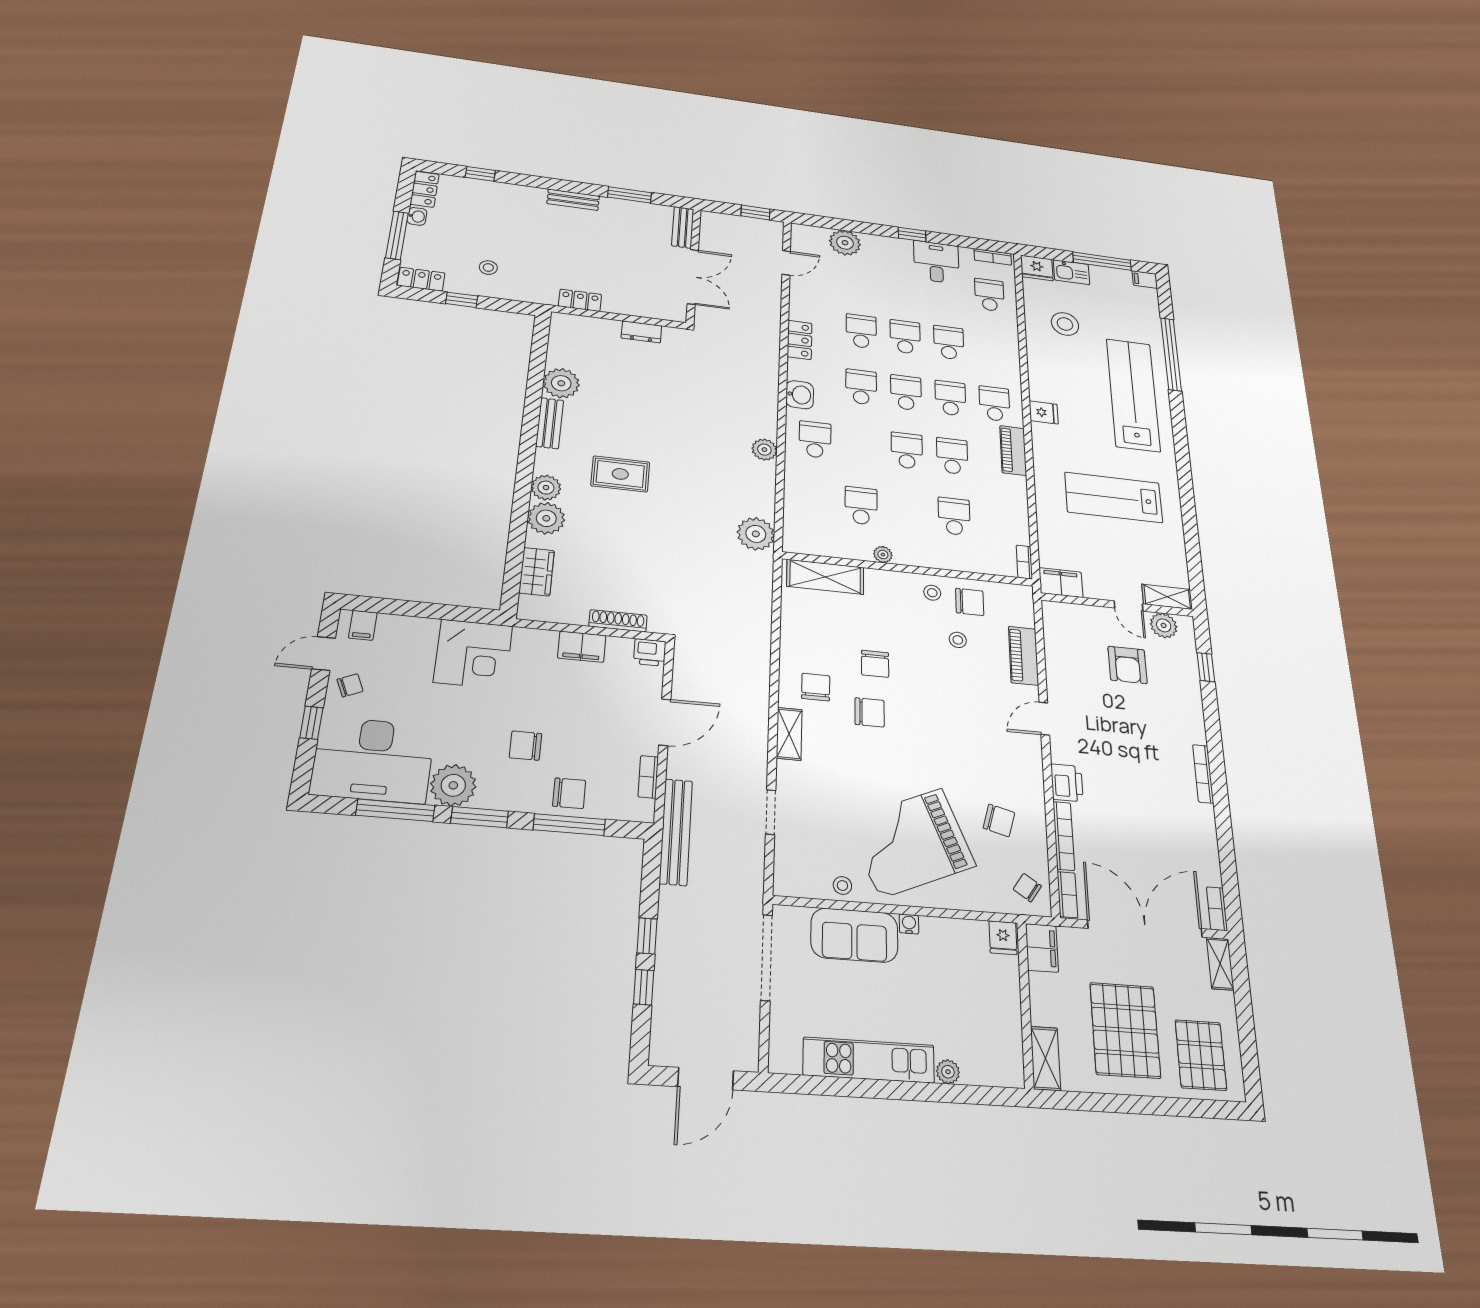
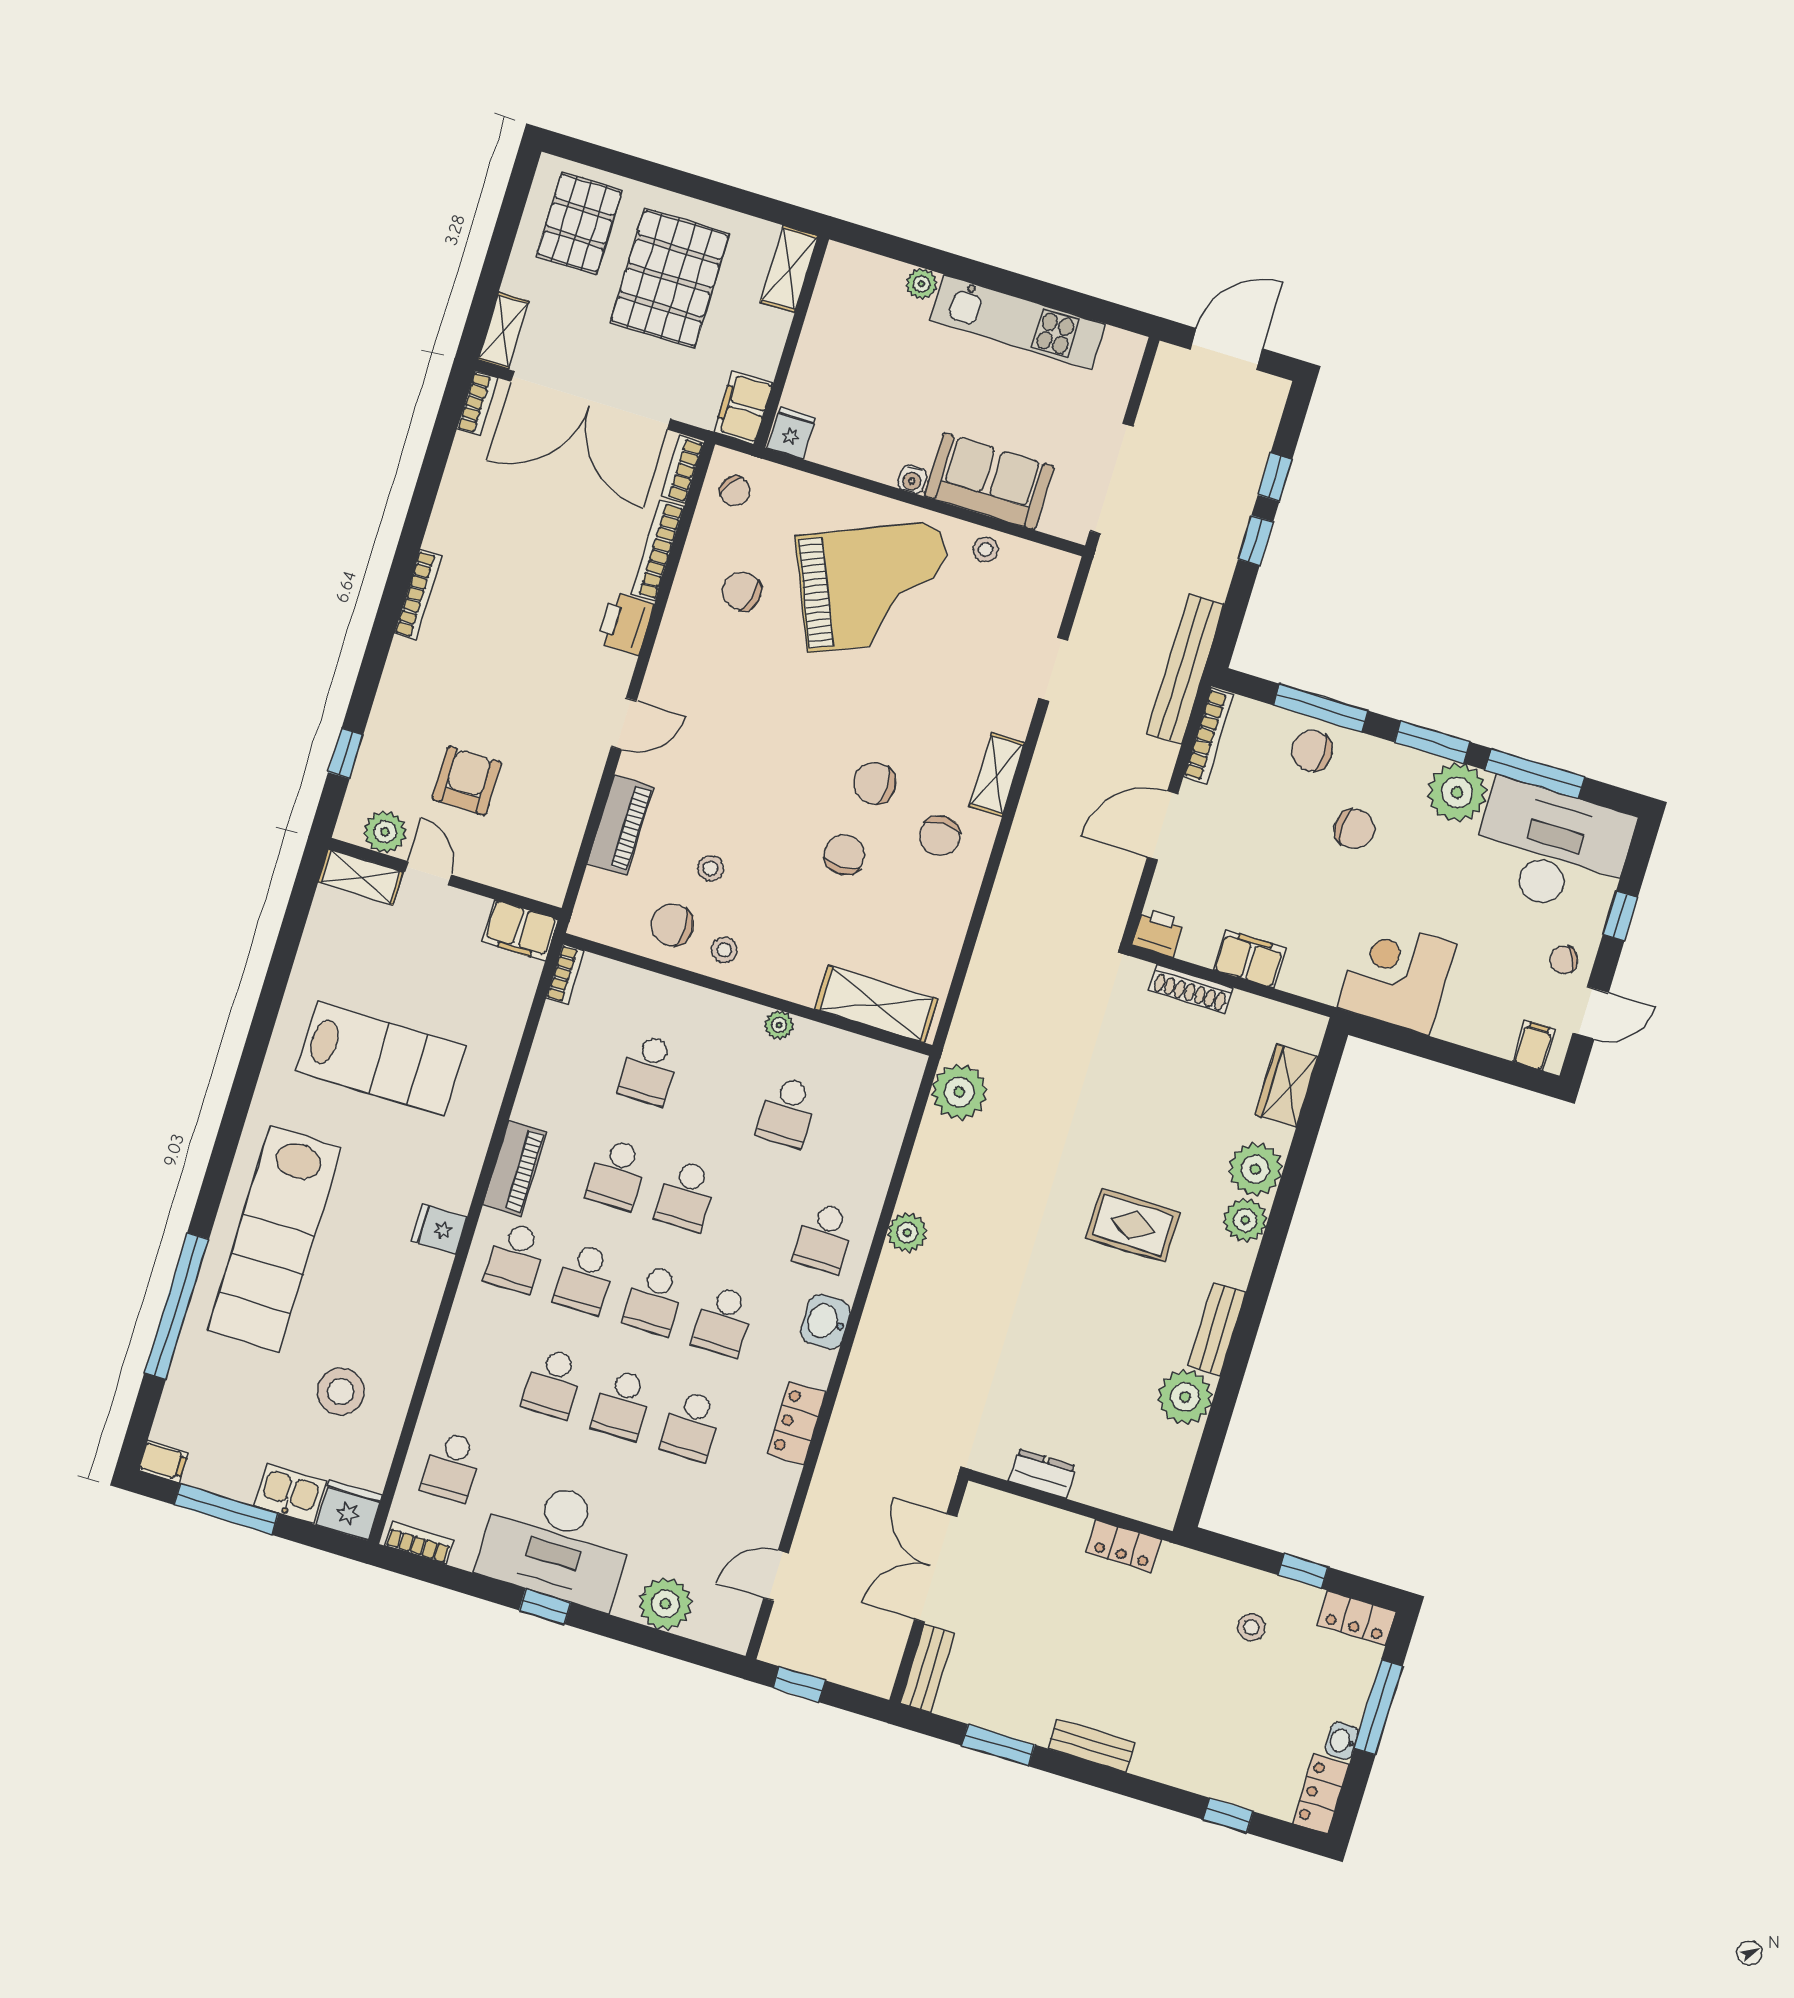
desk: (936, 262) -> (557, 1543), width x1.87, depth x1.30
bookcase: (648, 777) -> (1208, 736), width x1.56

